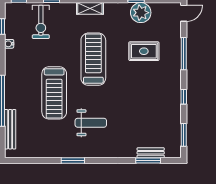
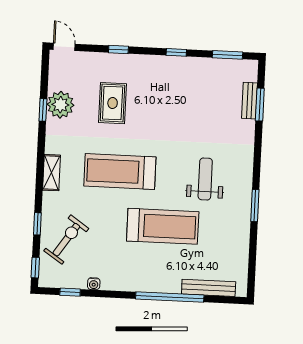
exercise bike: (41, 22) -> (66, 240), turned -56
window: (184, 54) -> (118, 49), width x0.46

